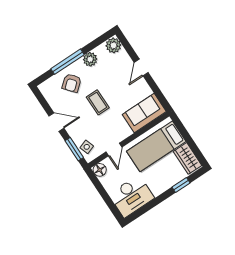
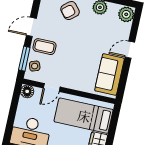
coffee table: (98, 102) -> (44, 47), moved, turned 90
sofa: (144, 113) -> (110, 75), moved, turned -90
door: (56, 122) -> (31, 27), swing flipped

